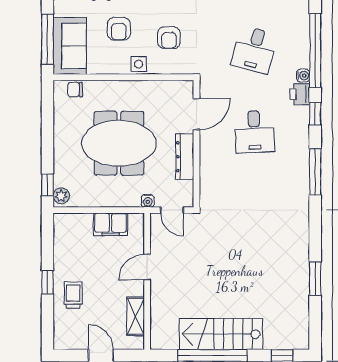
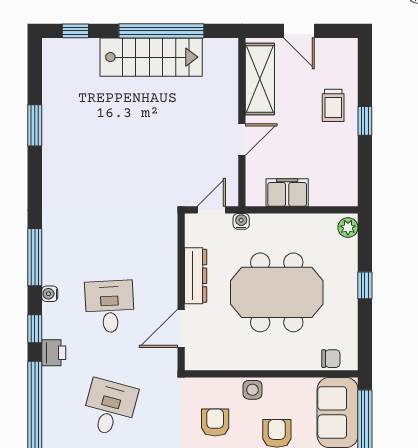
water cooler: (303, 76) -> (50, 294), moved
window: (47, 185) -> (365, 285), moved
door: (172, 210) -> (211, 210), hinge flipped
shelving: (136, 316) -> (260, 79), width x1.50, depth x1.33

